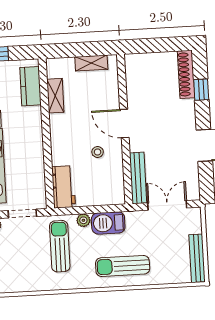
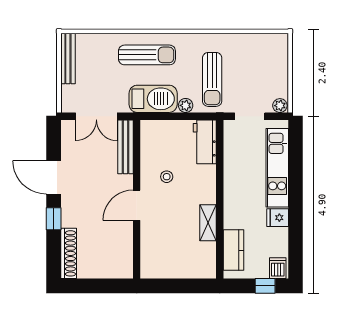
shelving: (91, 63) -> (168, 271), removed
window: (201, 90) -> (54, 219), moved
shelving: (55, 96) -> (208, 223), moved
door: (124, 124) -> (137, 205), swing flipped
barbecue: (108, 223) -> (153, 99), width x1.37, depth x1.21

